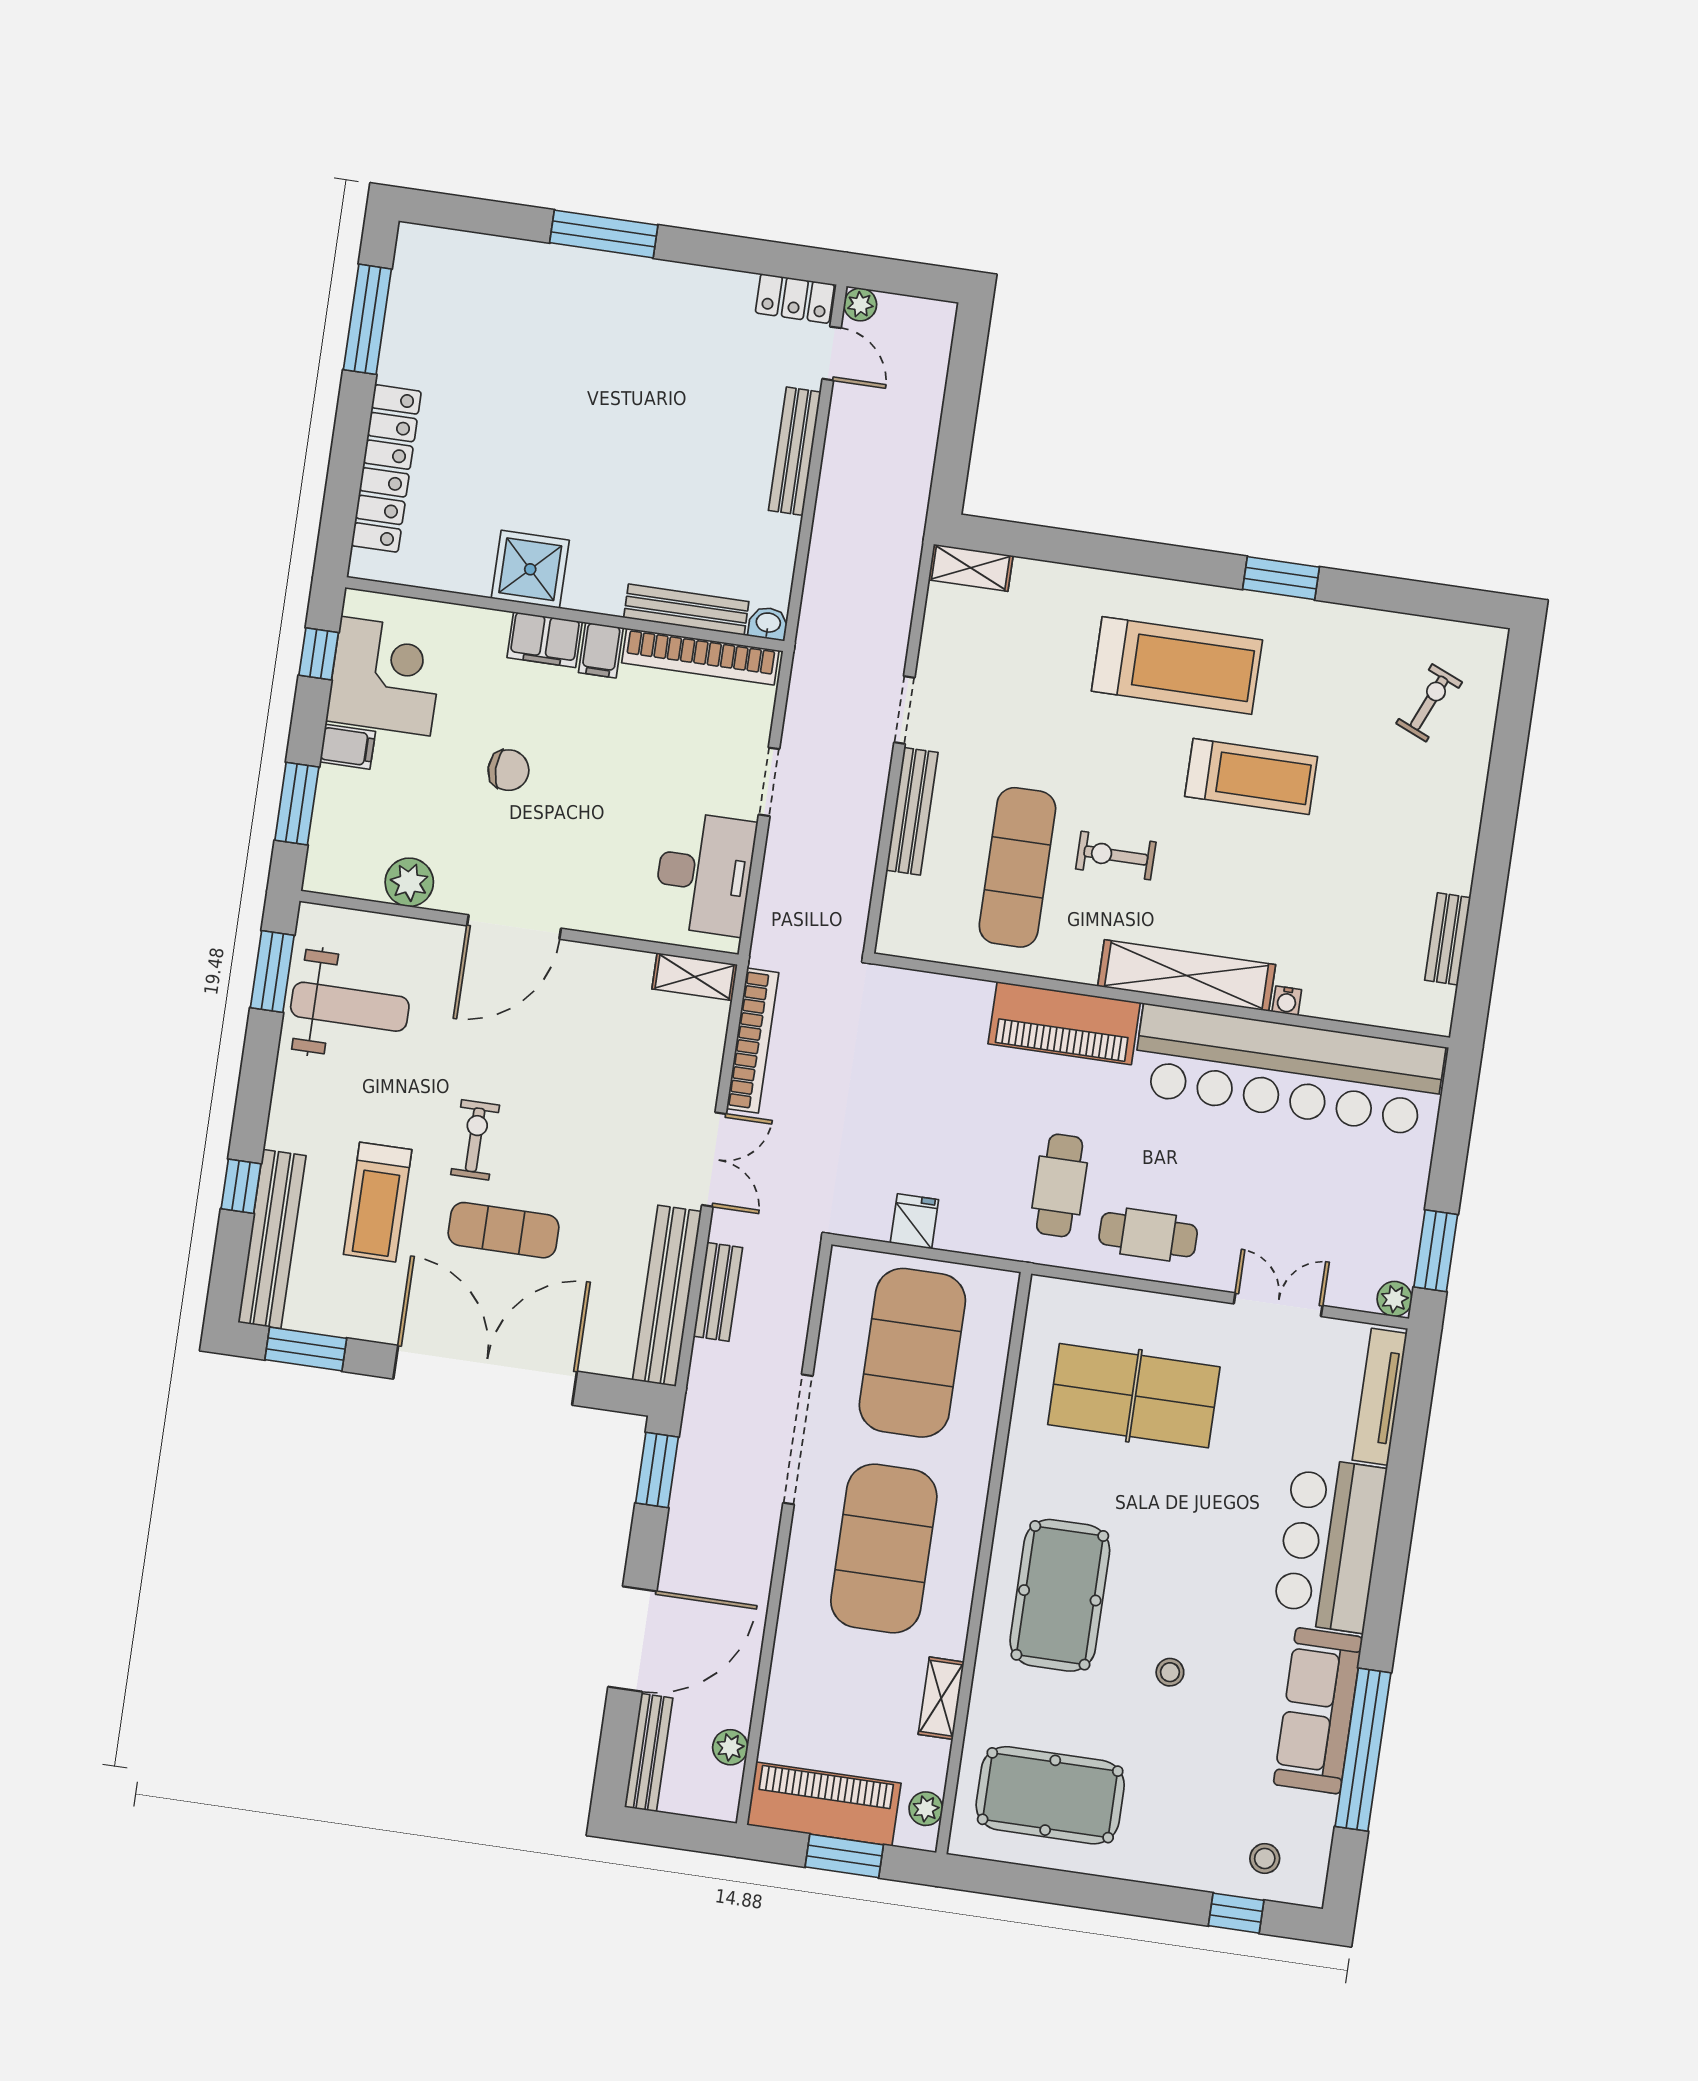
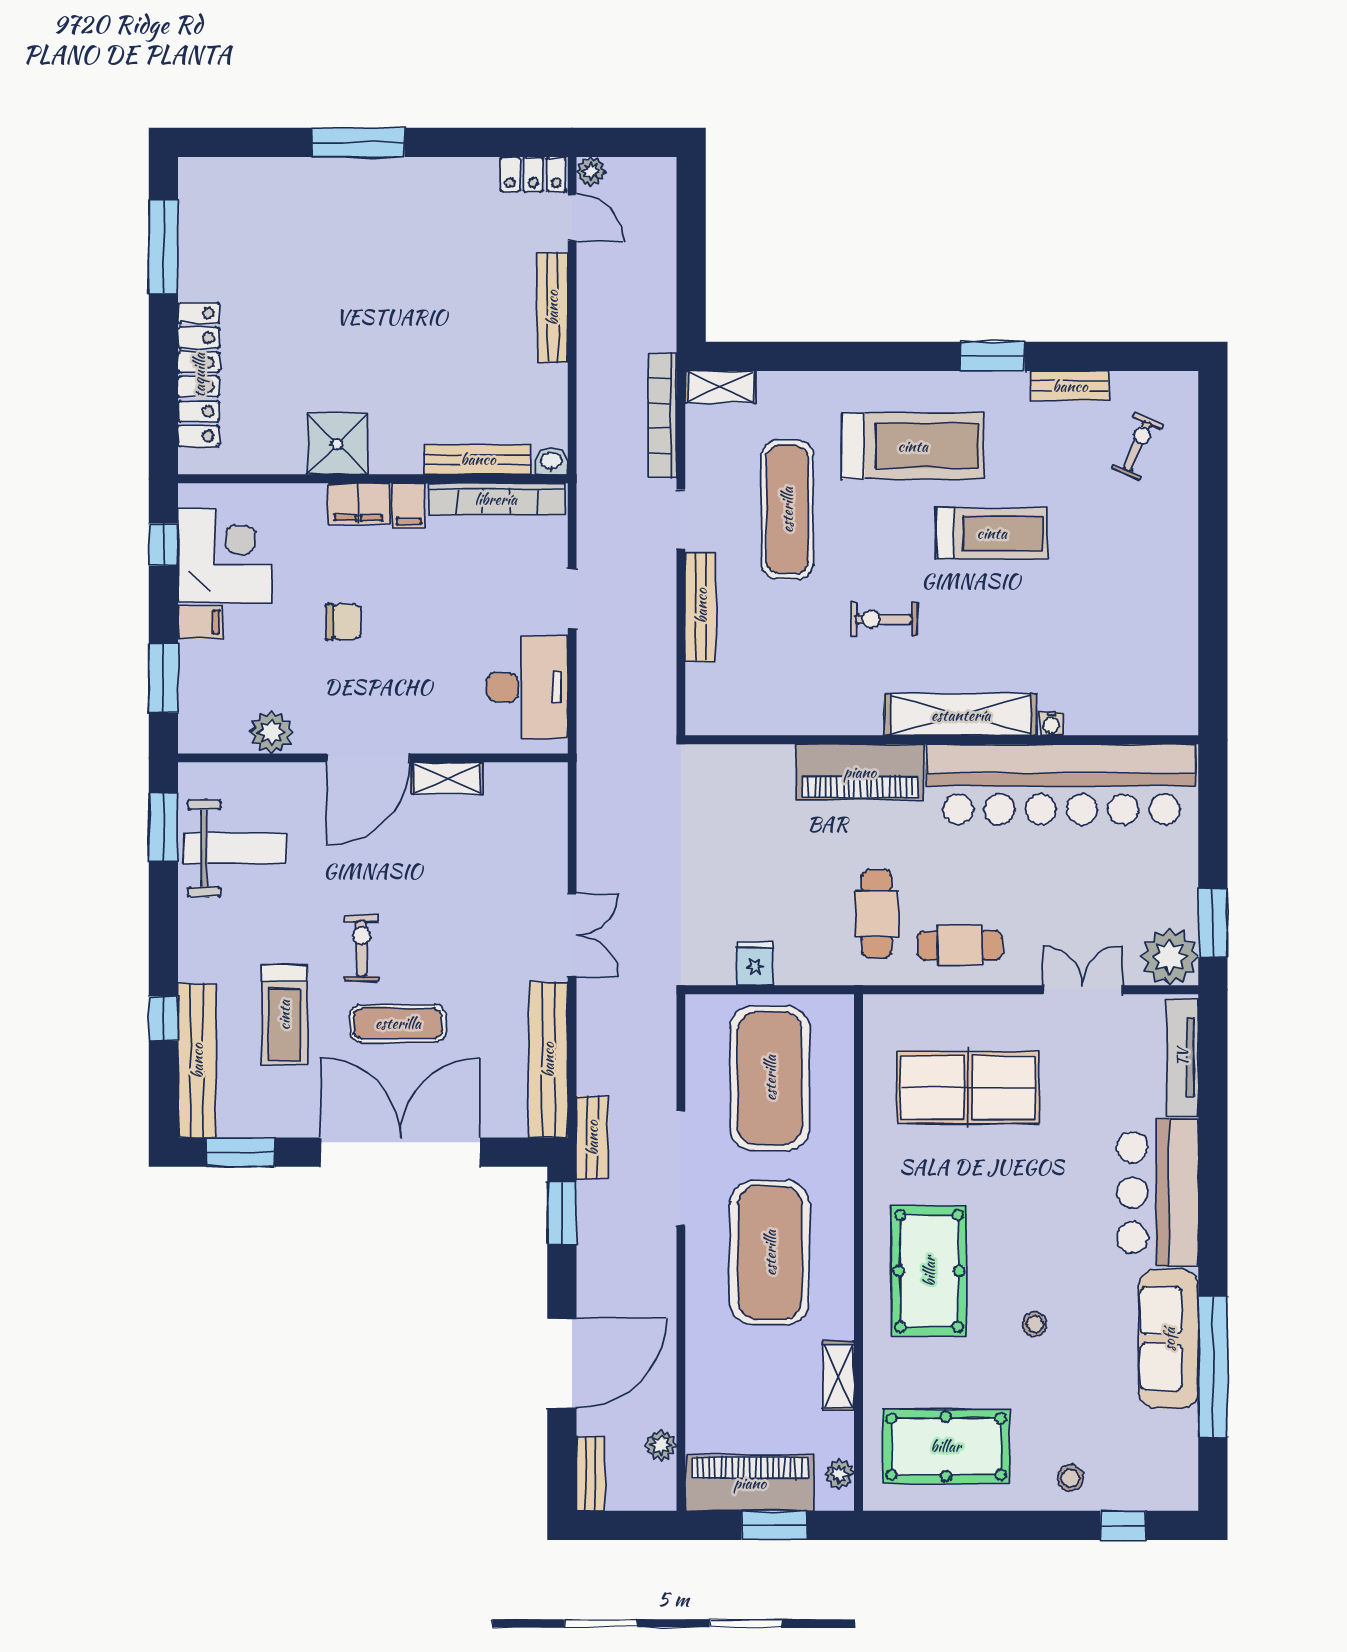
exercise mat: (1017, 867) -> (787, 510), moved
bench: (1448, 939) -> (1070, 386), moved, turned 90
shelving: (695, 977) -> (447, 778), moved
bookcase: (753, 1041) -> (662, 416), moved, turned 180
bench: (718, 1292) -> (592, 1138), moved
plant: (1395, 1299) -> (1170, 957), width x1.88, depth x1.88
bench: (649, 1753) -> (591, 1474), width x0.73
stool: (1265, 1858) -> (1070, 1478), moved

